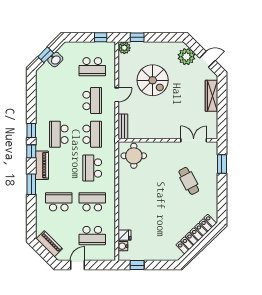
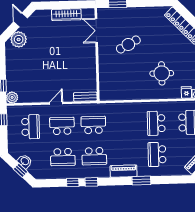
spiral stairs: (153, 80) -> (42, 70), removed
door: (117, 95) -> (56, 103), hinge flipped
wardrobe: (212, 96) -> (66, 15), moved
window: (31, 151) -> (73, 182), moved
round table: (134, 156) -> (162, 73), moved
school desk: (92, 168) -> (63, 157), moved
cafe table: (189, 181) -> (128, 44), moved

